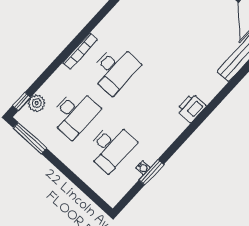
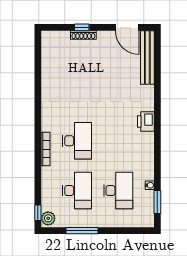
plant: (37, 103) -> (48, 218), moved
window: (30, 138) -> (82, 231), moved
window: (151, 172) -> (157, 202), moved

